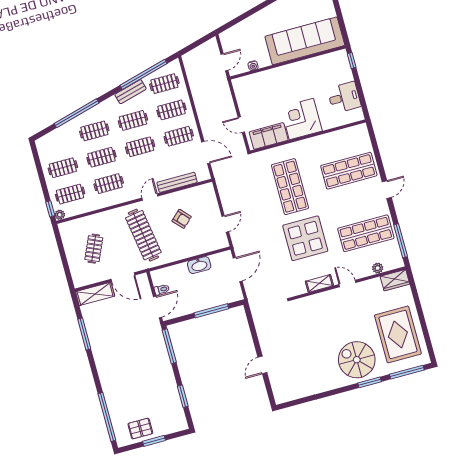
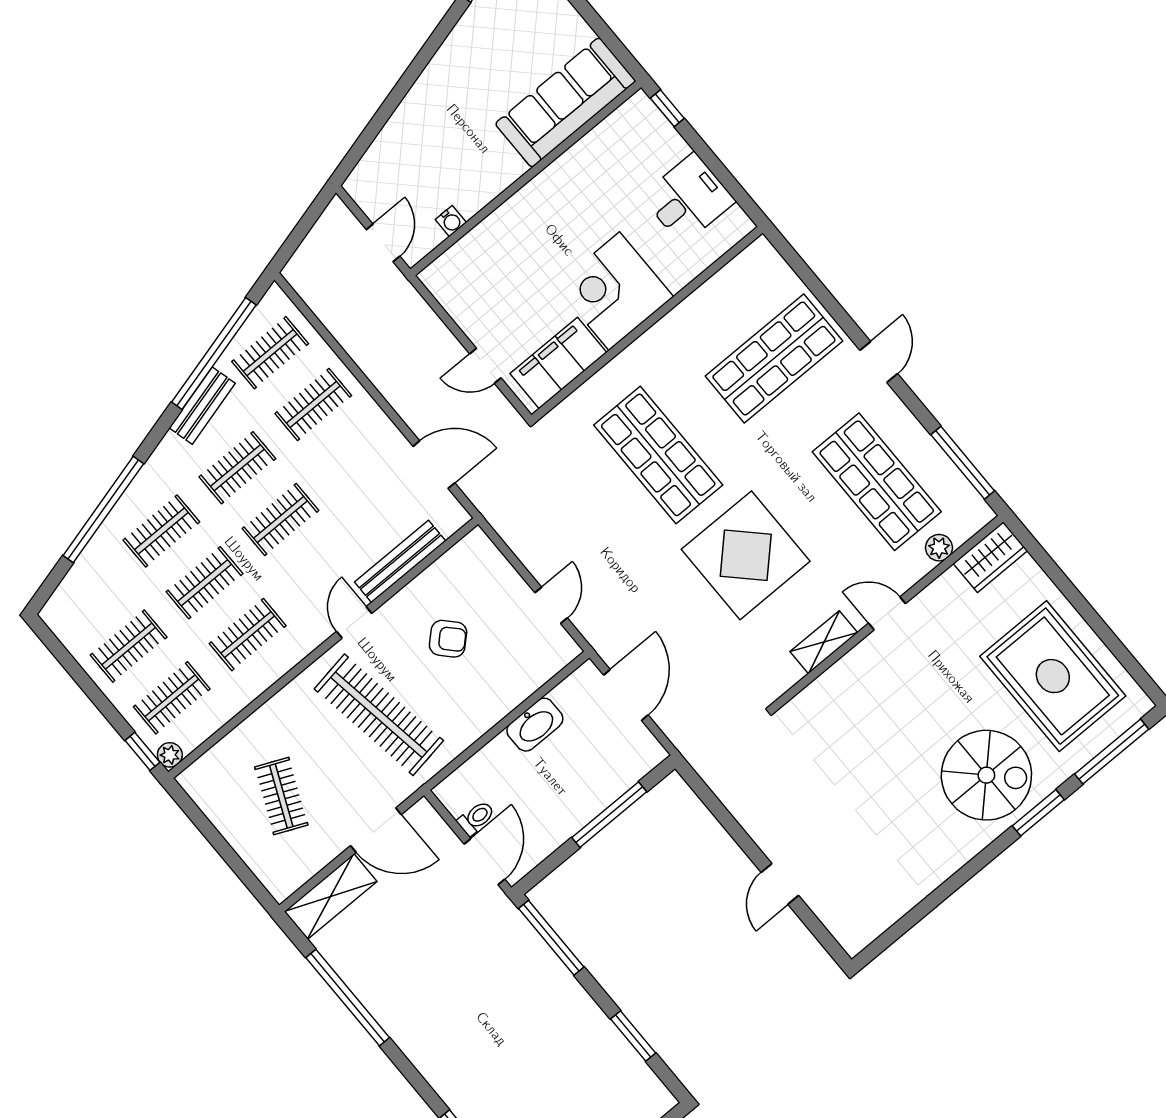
sofa: (305, 41) -> (565, 102), width x0.74, depth x0.79
clothes rail: (179, 136) -> (356, 456), removed
shop shelf: (366, 233) -> (877, 482), turned 90
window: (84, 334) -> (348, 998), width x1.46
spiral stairs: (357, 360) -> (986, 775), turned 180

